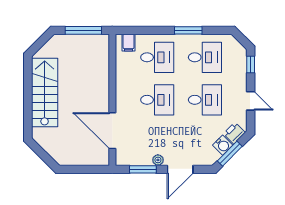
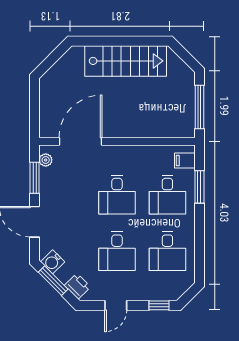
window: (188, 30) -> (199, 187), moved
water cooler: (223, 145) -> (53, 262), moved
plant: (158, 160) -> (46, 160), moved

